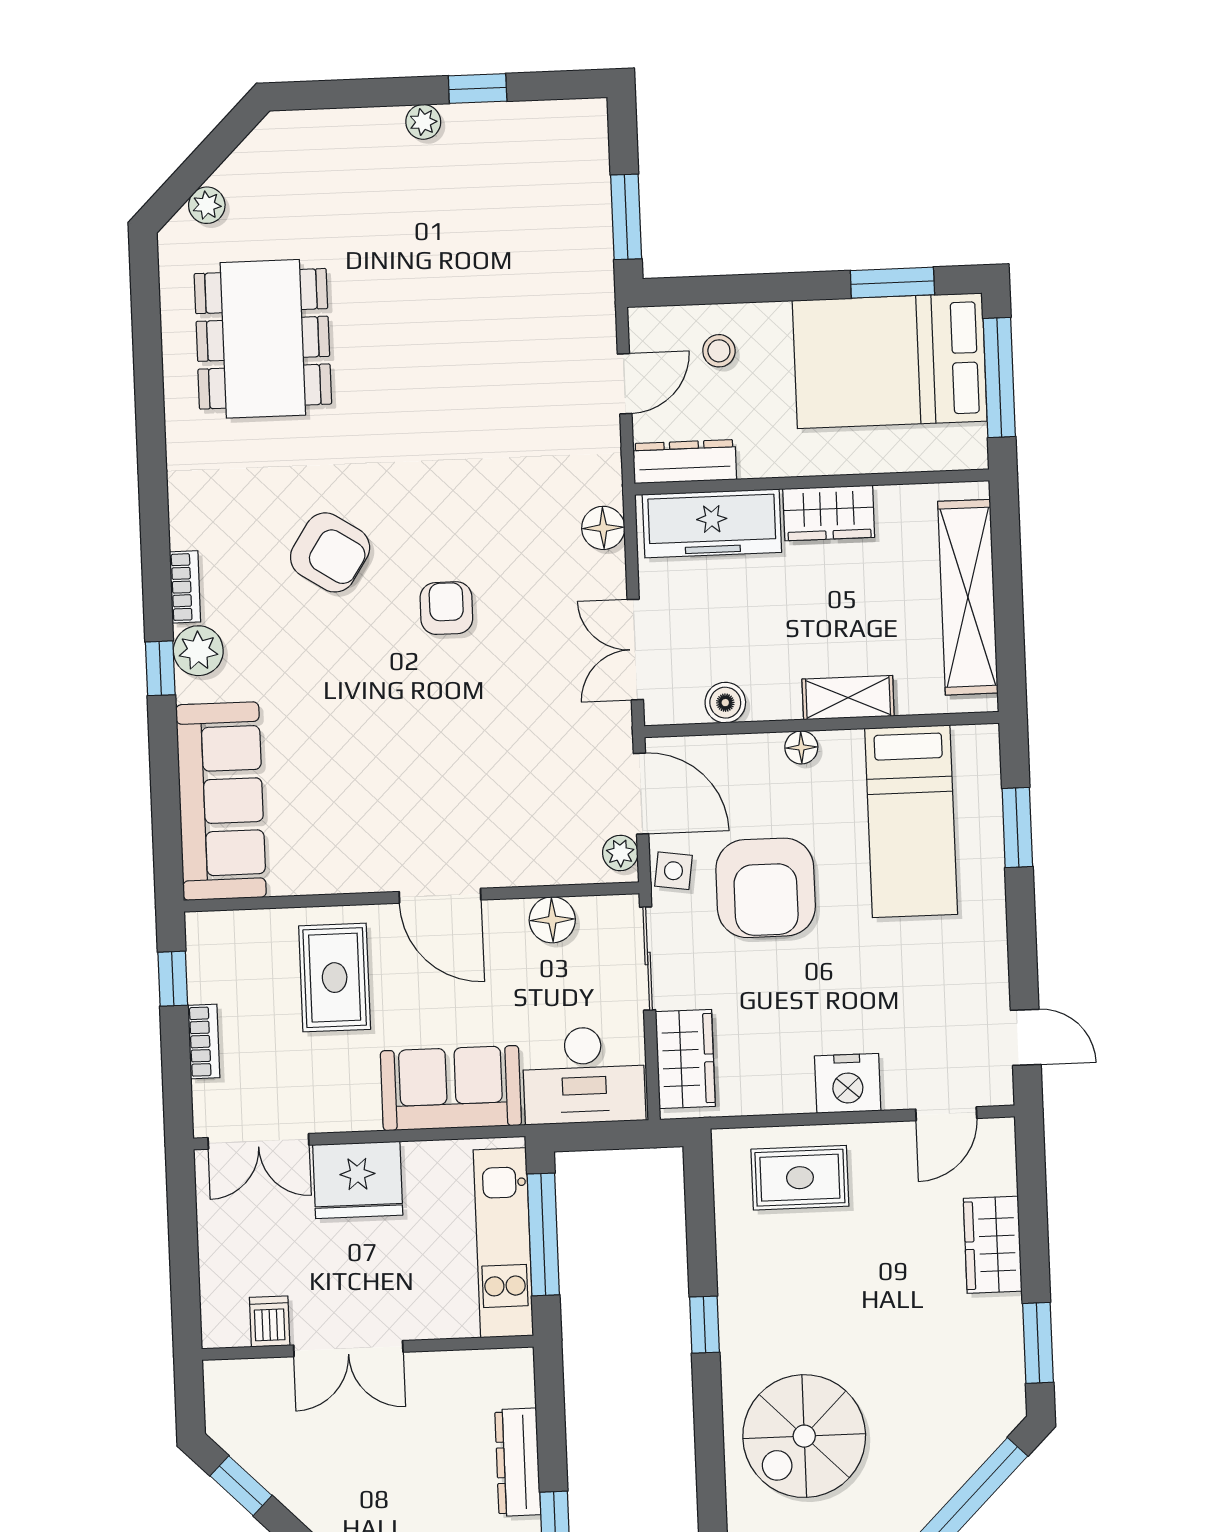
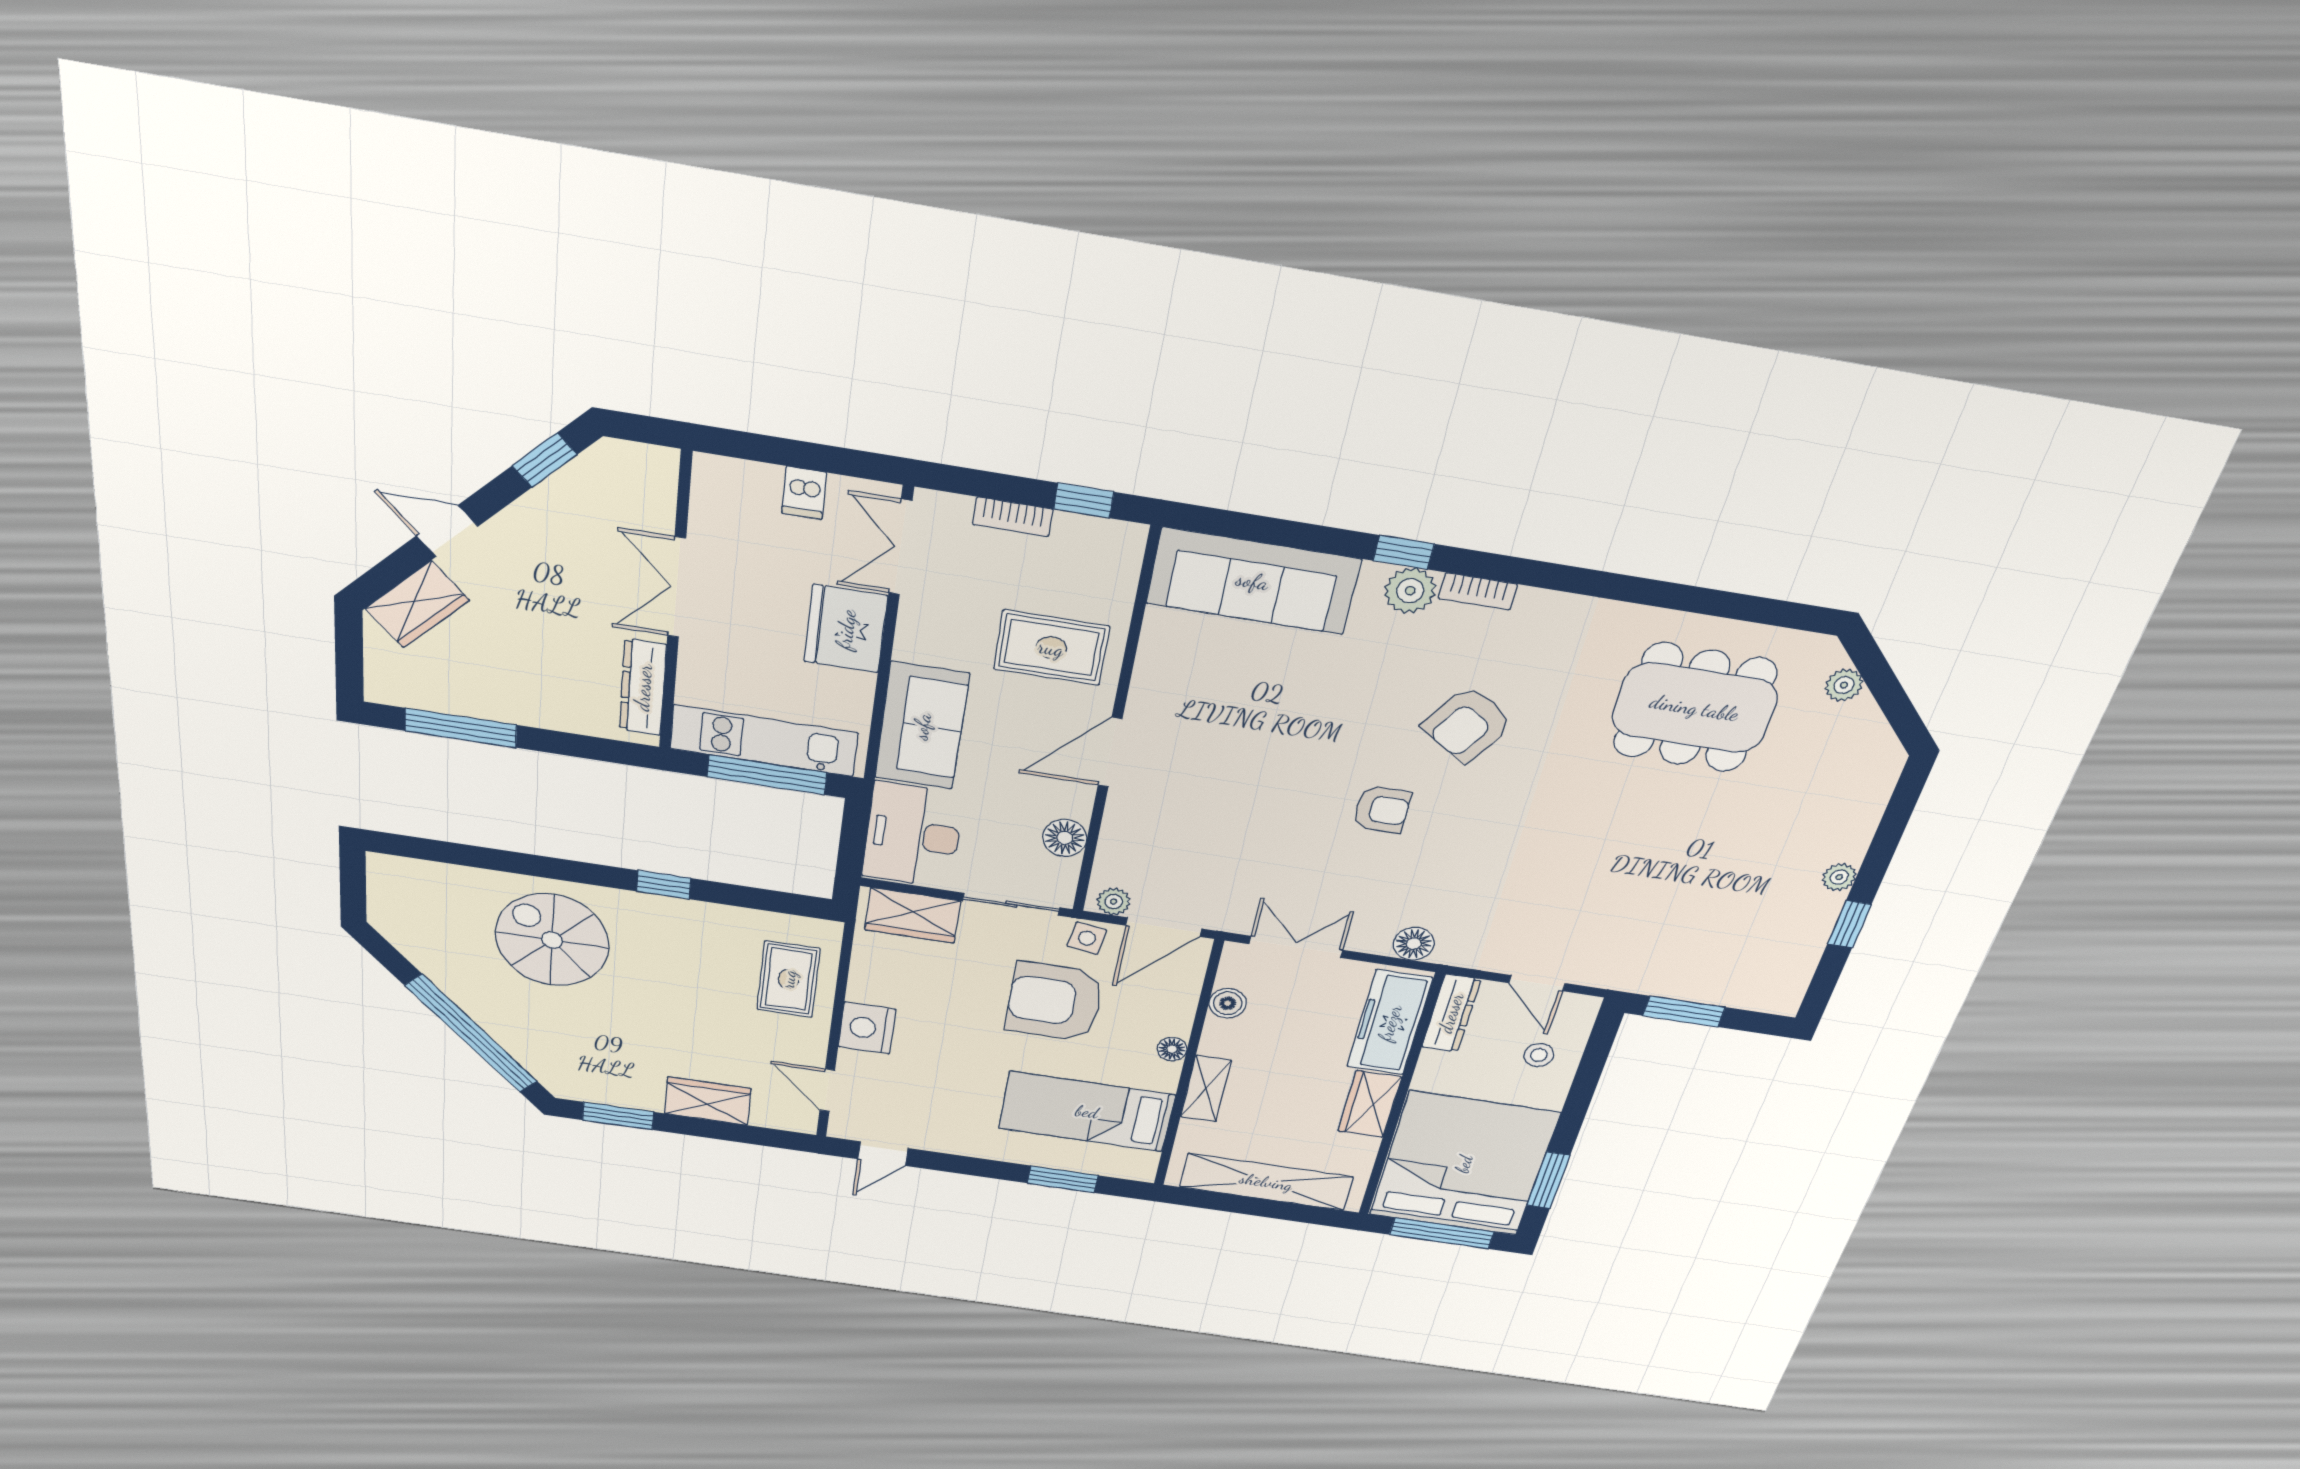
bed: (890, 361) -> (1464, 1164), width x1.36
dishwasher: (270, 1321) -> (804, 493), moved, turned 90
dresser: (518, 1462) -> (643, 687), moved, turned -90

